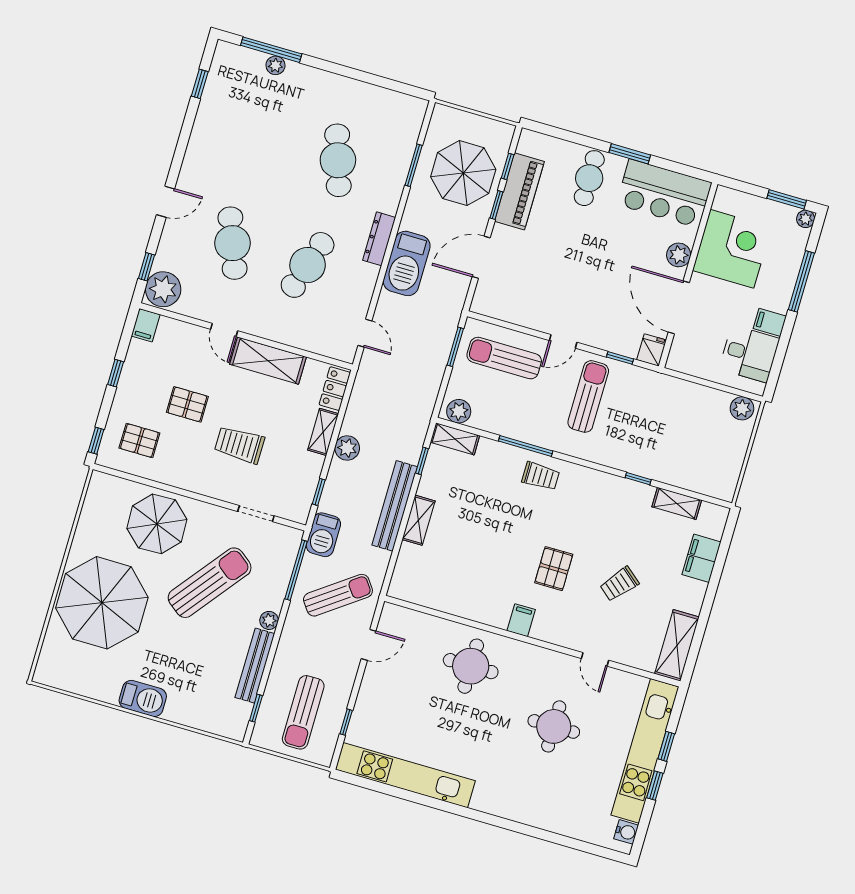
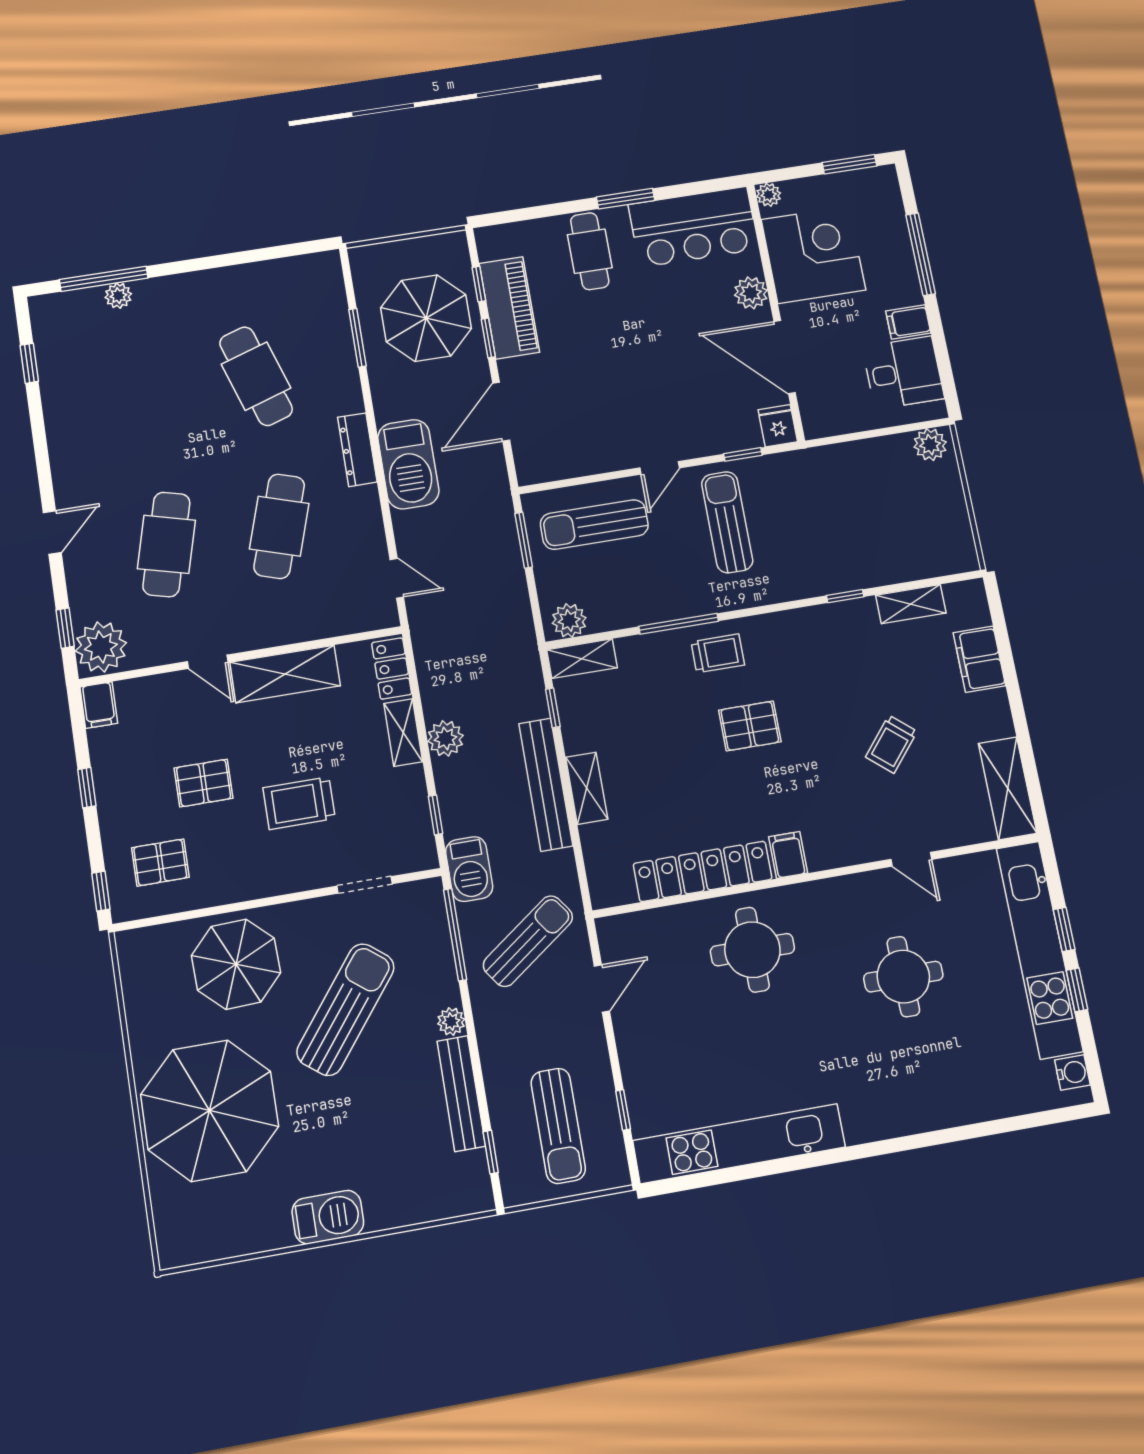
plant: (806, 219) -> (769, 195), moved
cafe table: (232, 243) -> (166, 544), turned 36
pallet: (554, 569) -> (750, 726), moved, turned 90
locker: (464, 605) -> (703, 871), added

